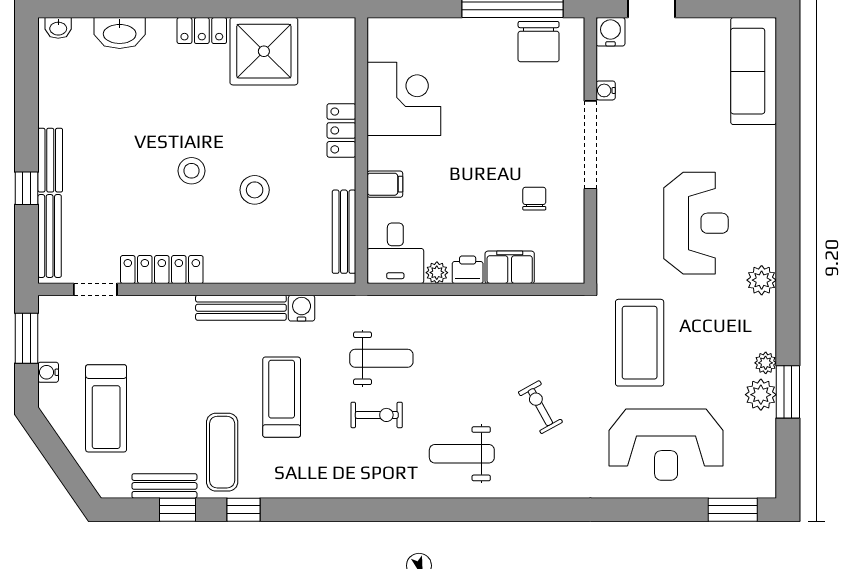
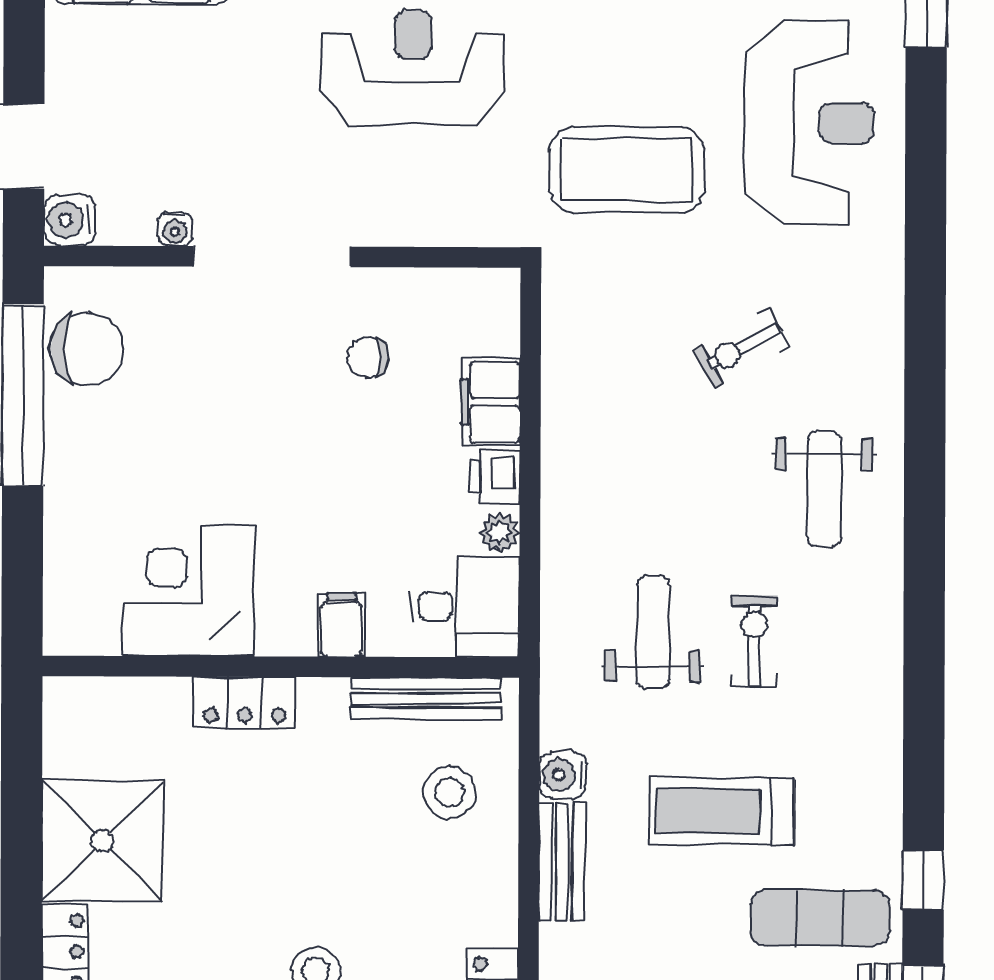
stool: (255, 190) -> (450, 792), moved
bench: (241, 308) -> (562, 862), width x0.73

